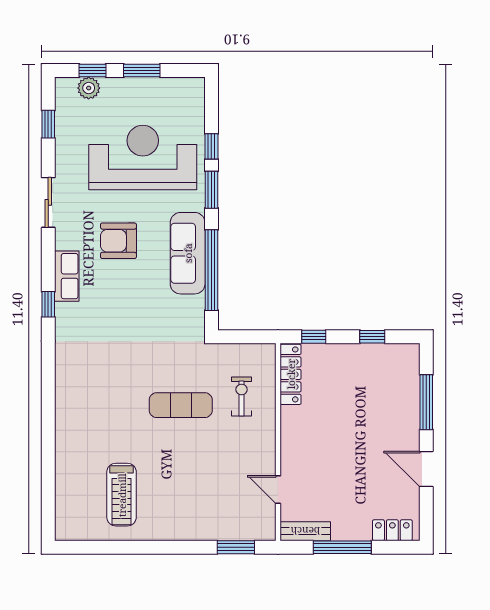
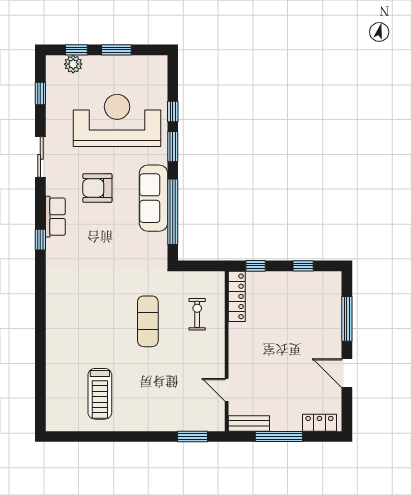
exercise mat: (181, 405) -> (148, 321), turned 90

